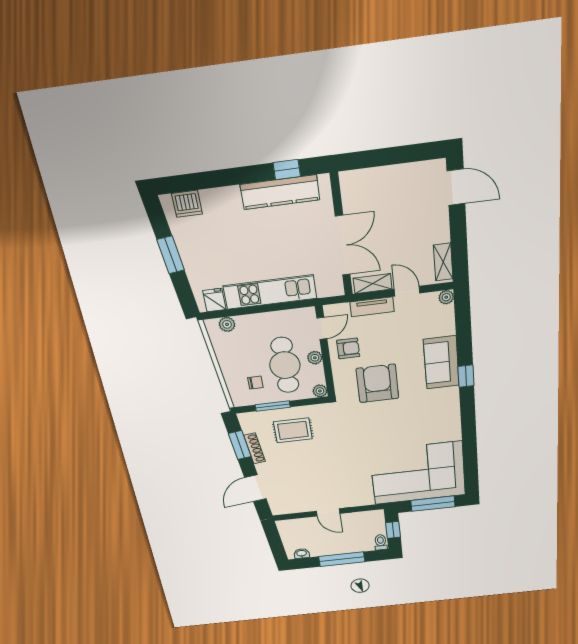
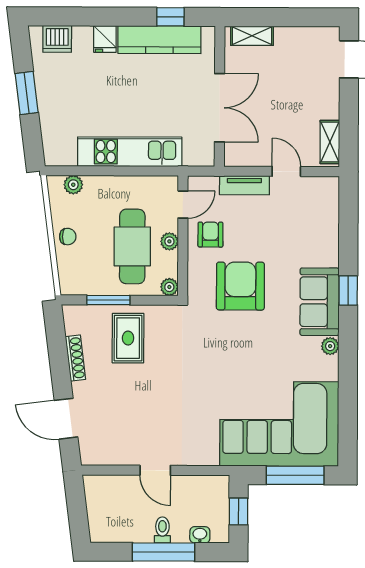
shelving: (373, 284) -> (252, 36), moved
plant: (446, 297) -> (330, 346), moved
fridge: (214, 300) -> (105, 39), moved, turned 180
armchair: (348, 348) -> (210, 235), turned -90
sofa: (441, 362) -> (320, 302), moved
chair: (255, 383) -> (68, 237), moved
rug: (293, 430) -> (128, 338), turned 90
window: (240, 445) -> (58, 351), removed
door: (255, 488) -> (66, 419), hinge flipped
toilet: (381, 542) -> (162, 530), moved
washbasin: (302, 553) -> (200, 535), moved

